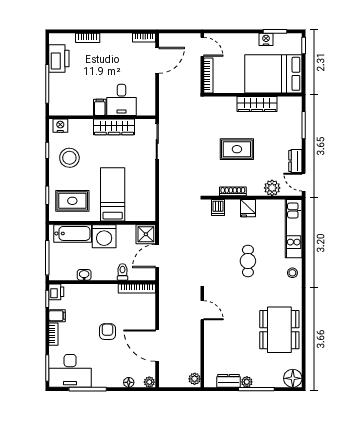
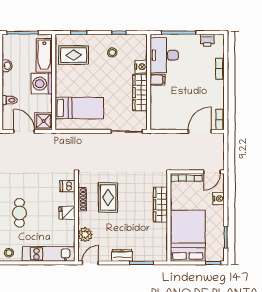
nightstand: (266, 39) -> (219, 199), moved
printer: (59, 58) -> (207, 40), width x0.53, depth x0.68
door: (157, 60) -> (200, 131), swing flipped
desk: (122, 100) -> (164, 55), moved, width x1.37
wardrobe: (257, 104) -> (160, 205), moved
nightstand: (60, 126) -> (141, 67), moved
rug: (237, 149) -> (108, 197), moved
stool: (69, 158) -> (112, 52), width x0.53, depth x0.53
dresser: (295, 161) -> (122, 255), moved
bed: (113, 194) -> (79, 108), moved
rug: (72, 201) -> (74, 55), turned 90
cafe table: (248, 261) -> (19, 213), turned 90

